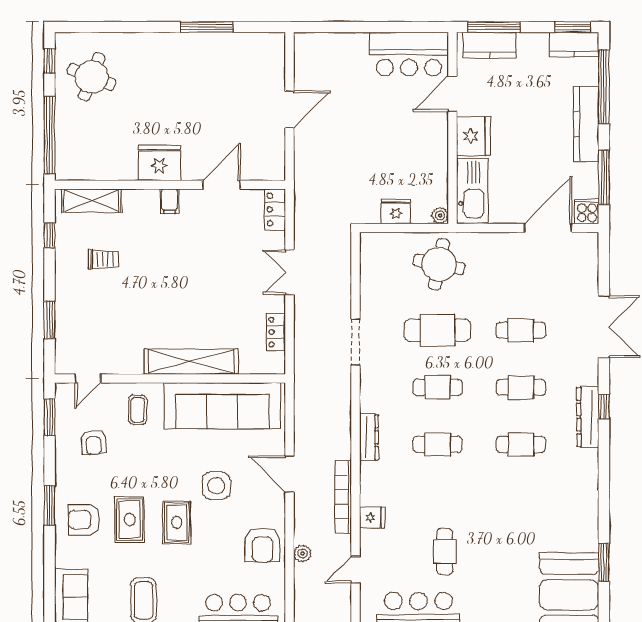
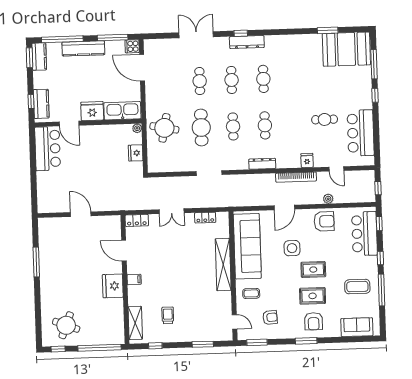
window: (494, 27) -> (31, 102), width x0.46

